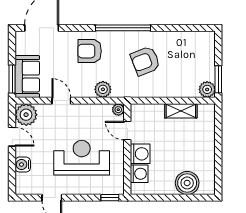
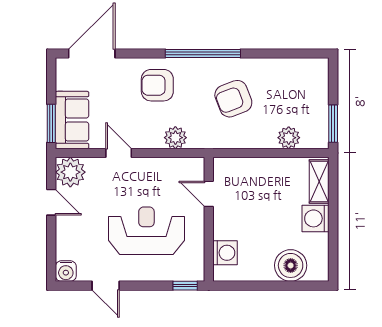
plant: (207, 89) -> (289, 138), moved
plant: (118, 110) -> (196, 165), removed
shelving: (181, 111) -> (319, 181), moved, turned 90
washing machine: (140, 154) -> (316, 218), moved, turned 180
water cooler: (23, 165) -> (66, 271), moved, turned -90

